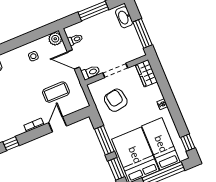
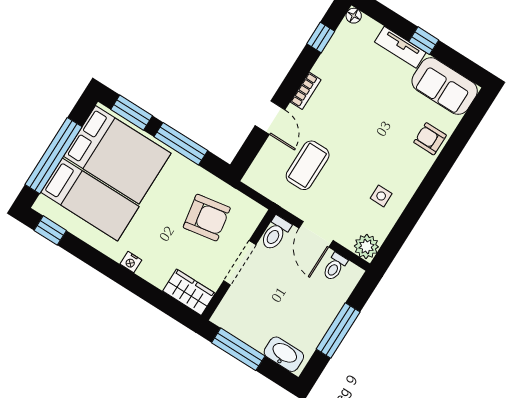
door: (73, 59) -> (316, 234), swing flipped

